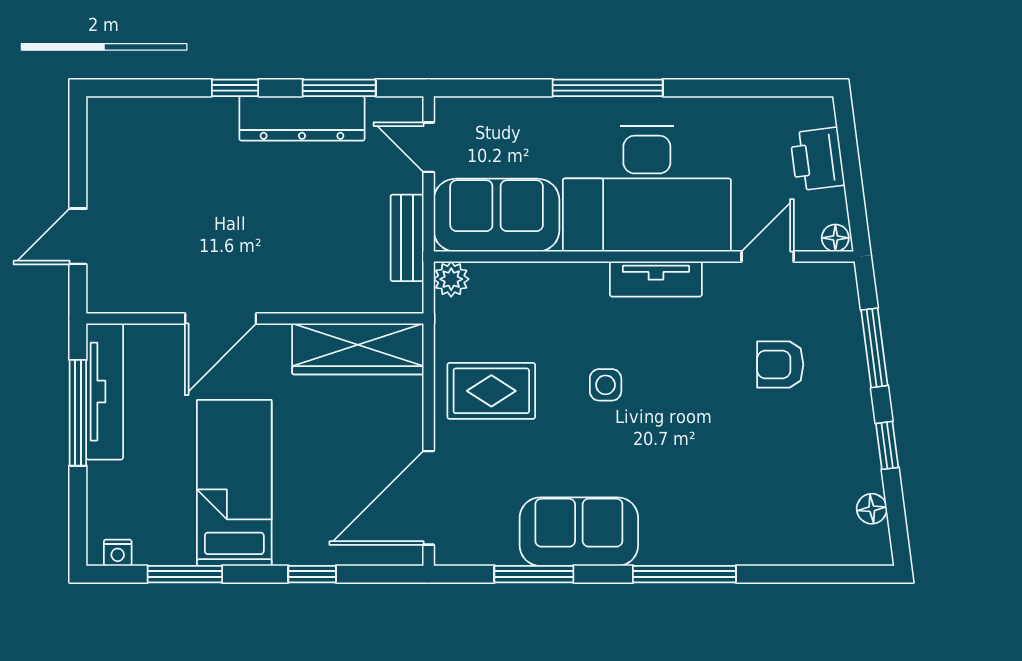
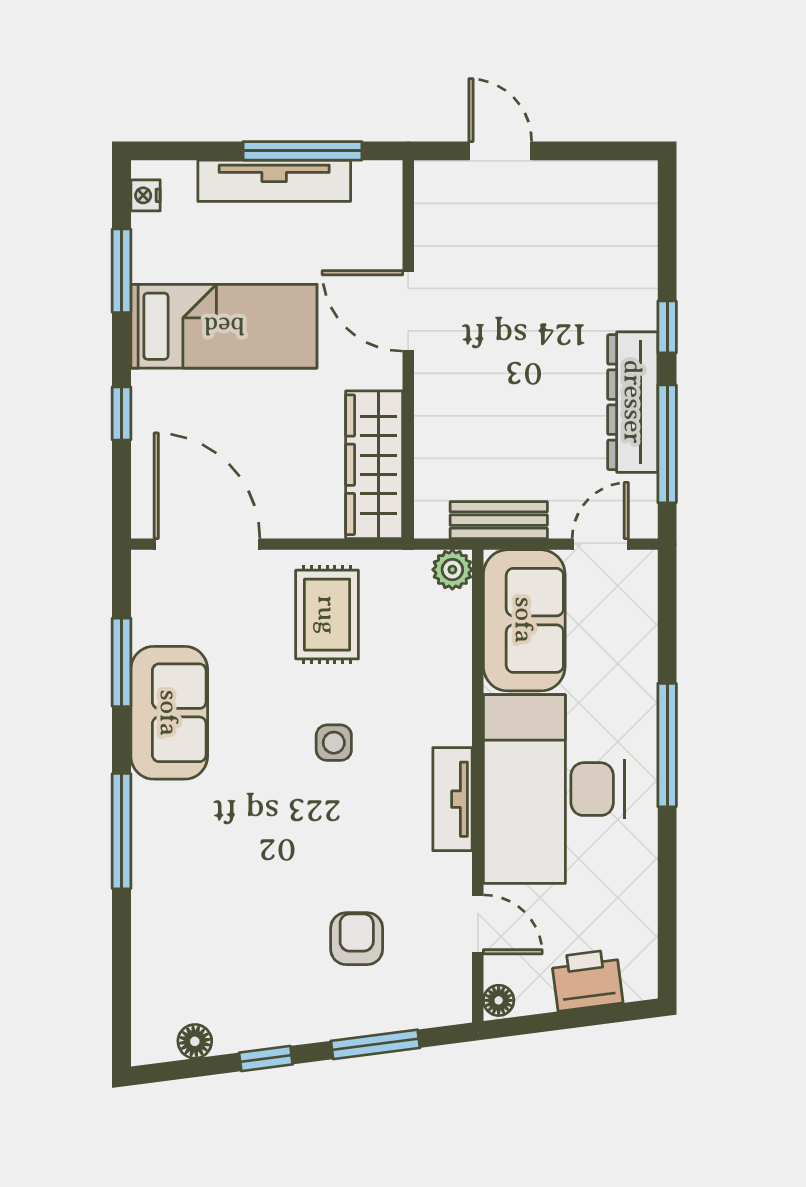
window: (339, 88) -> (667, 444), width x1.44
tv unit: (105, 392) -> (274, 181), moved

